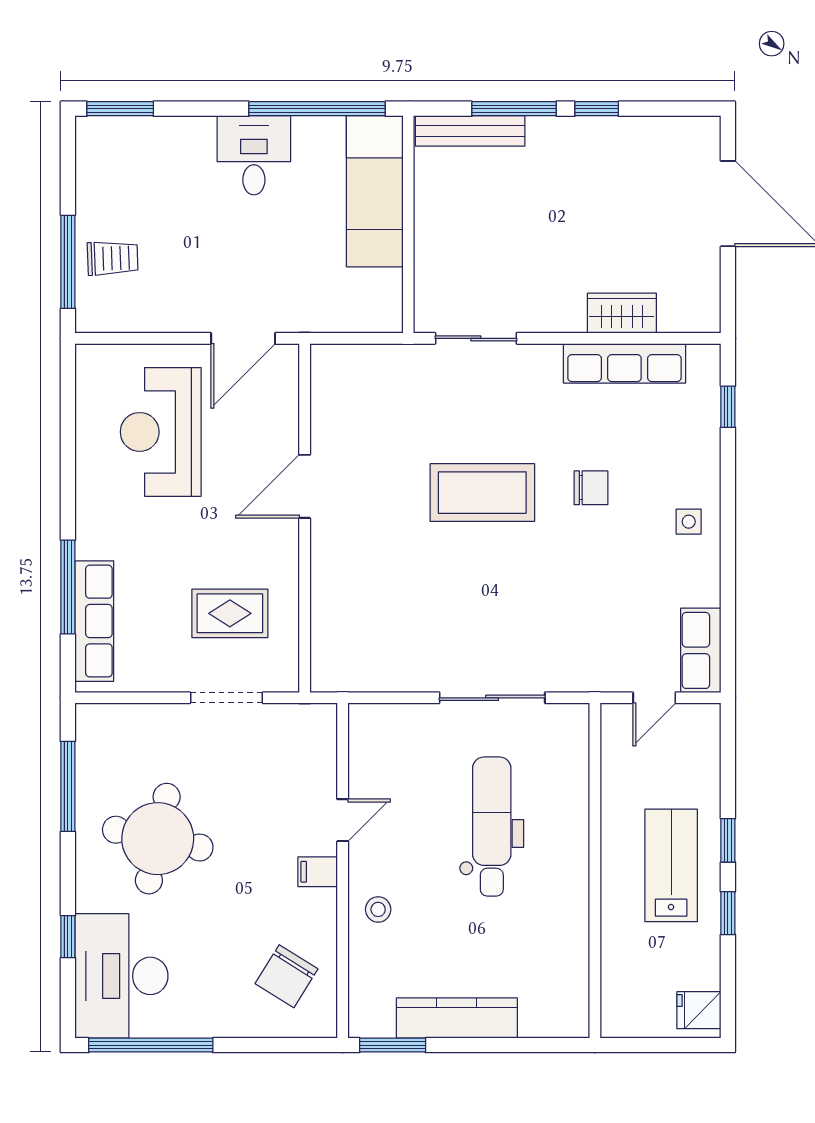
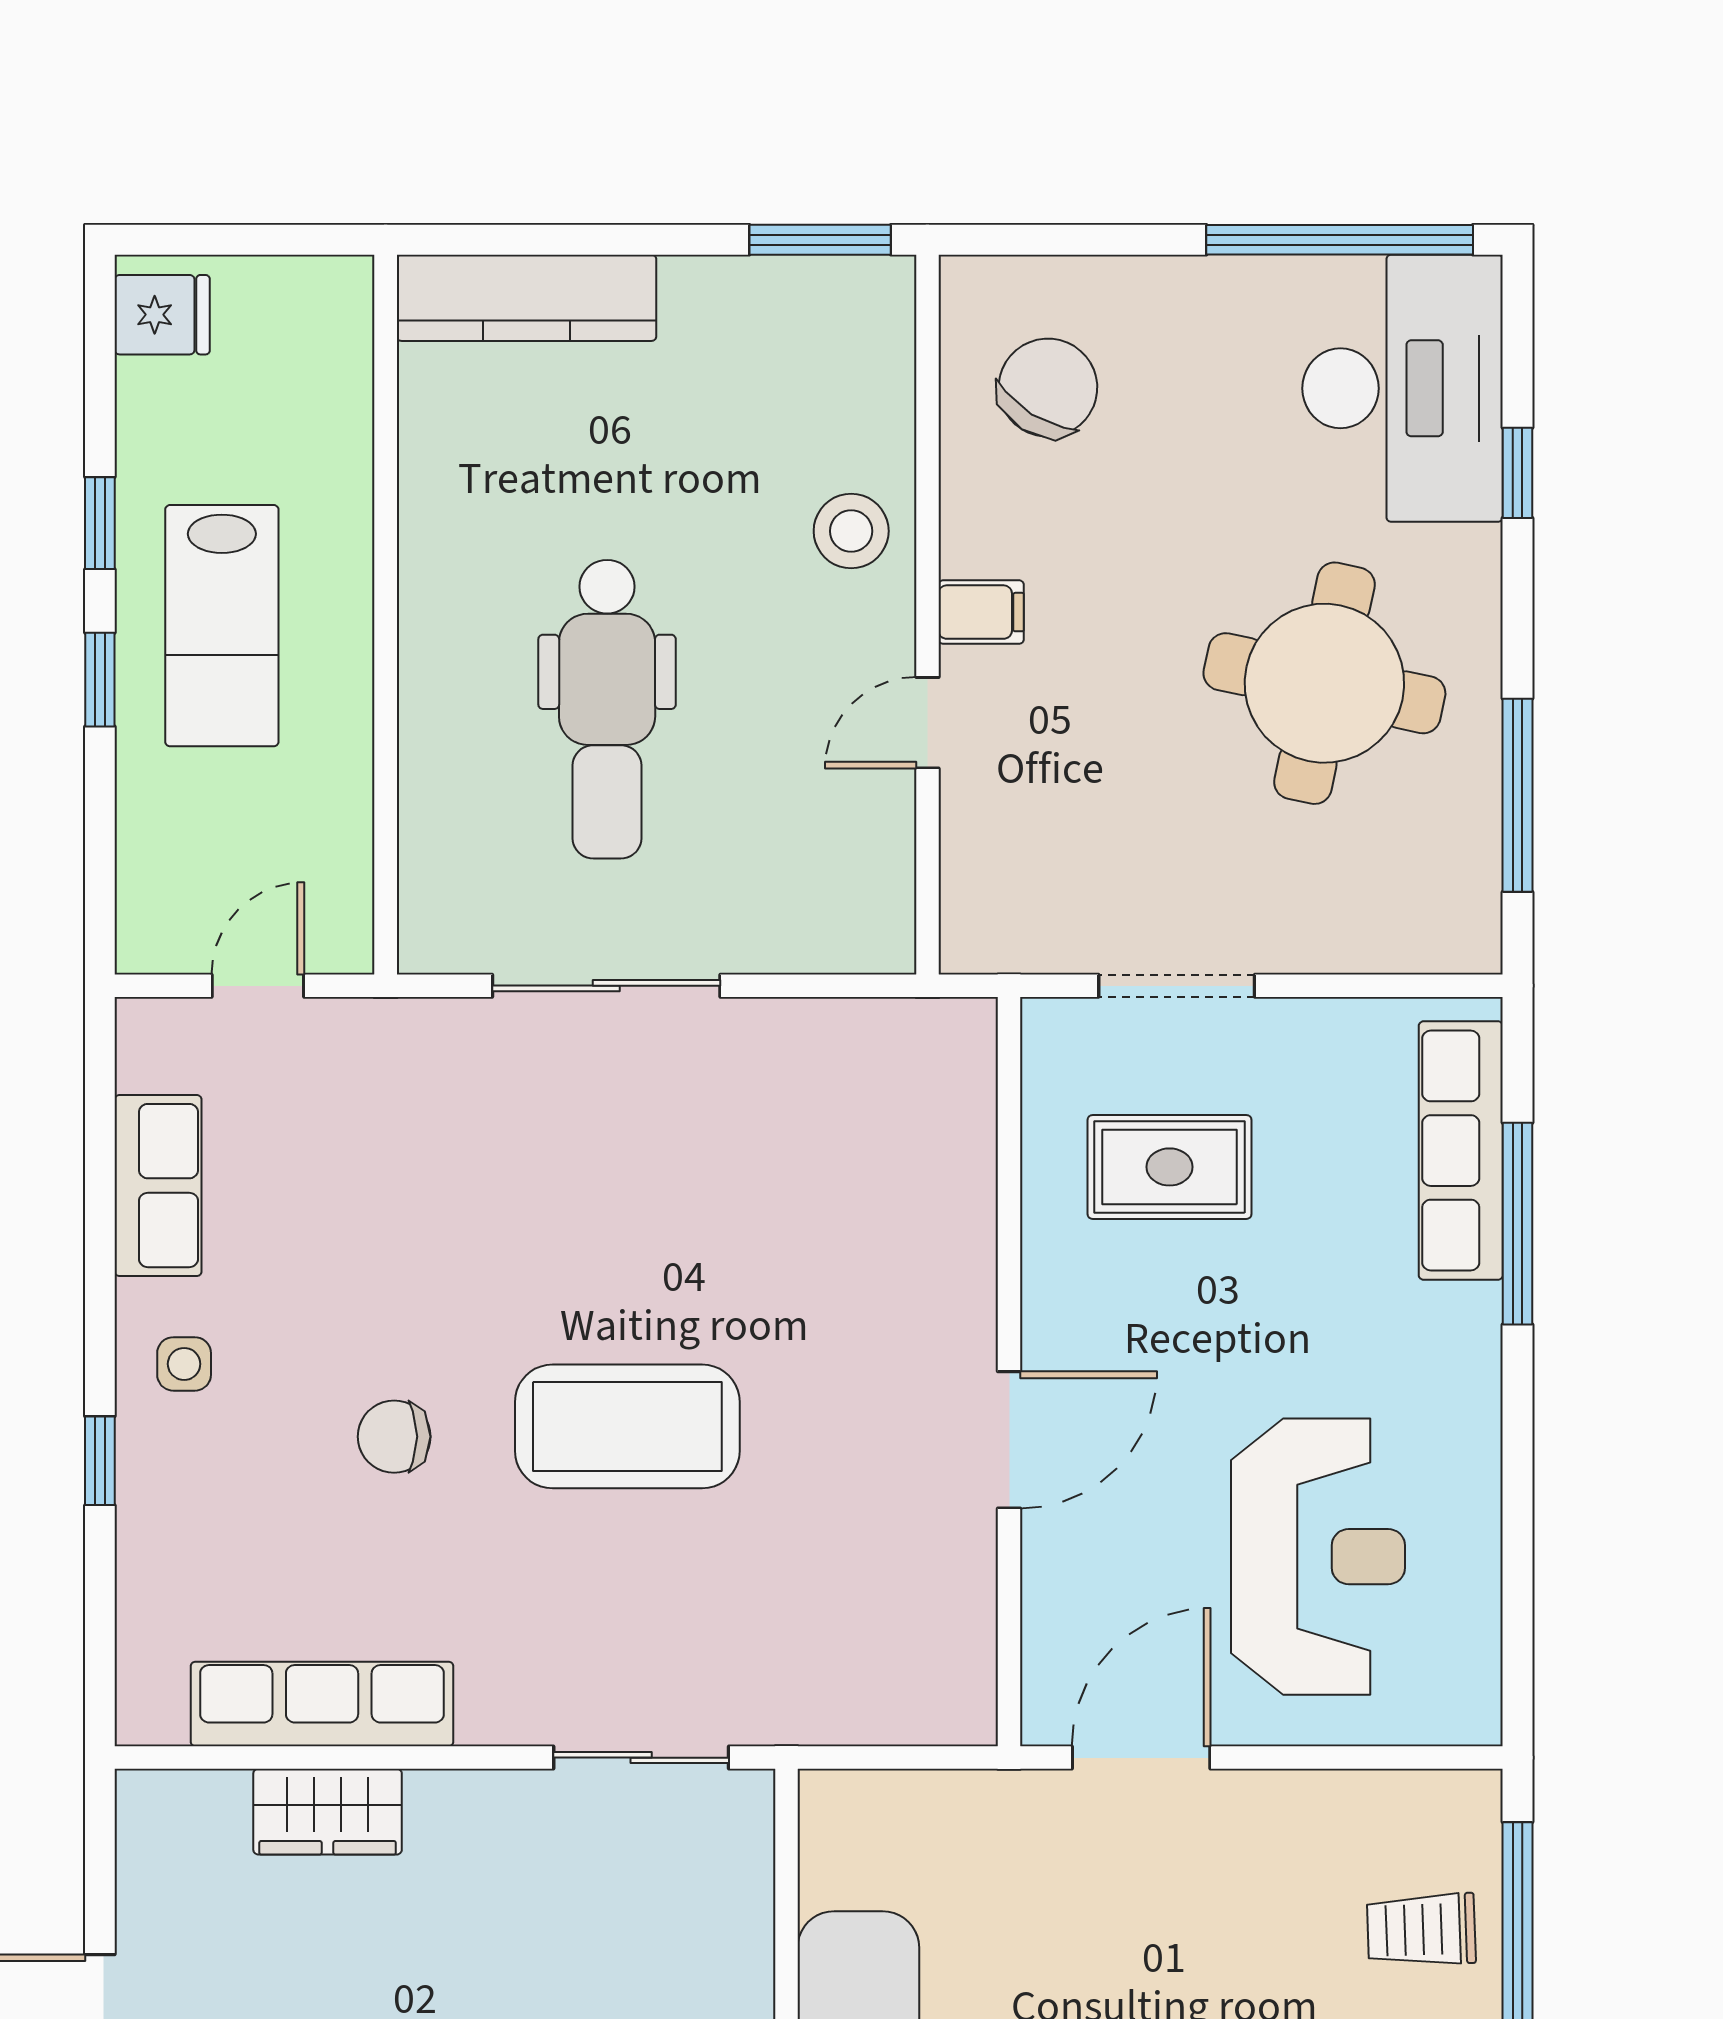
window: (728, 407) -> (100, 1461), moved
row of seats: (701, 650) -> (158, 1186), moved
stool: (378, 909) -> (851, 531), width x1.37, depth x1.37
kitchen counter: (457, 1018) -> (526, 298), moved

